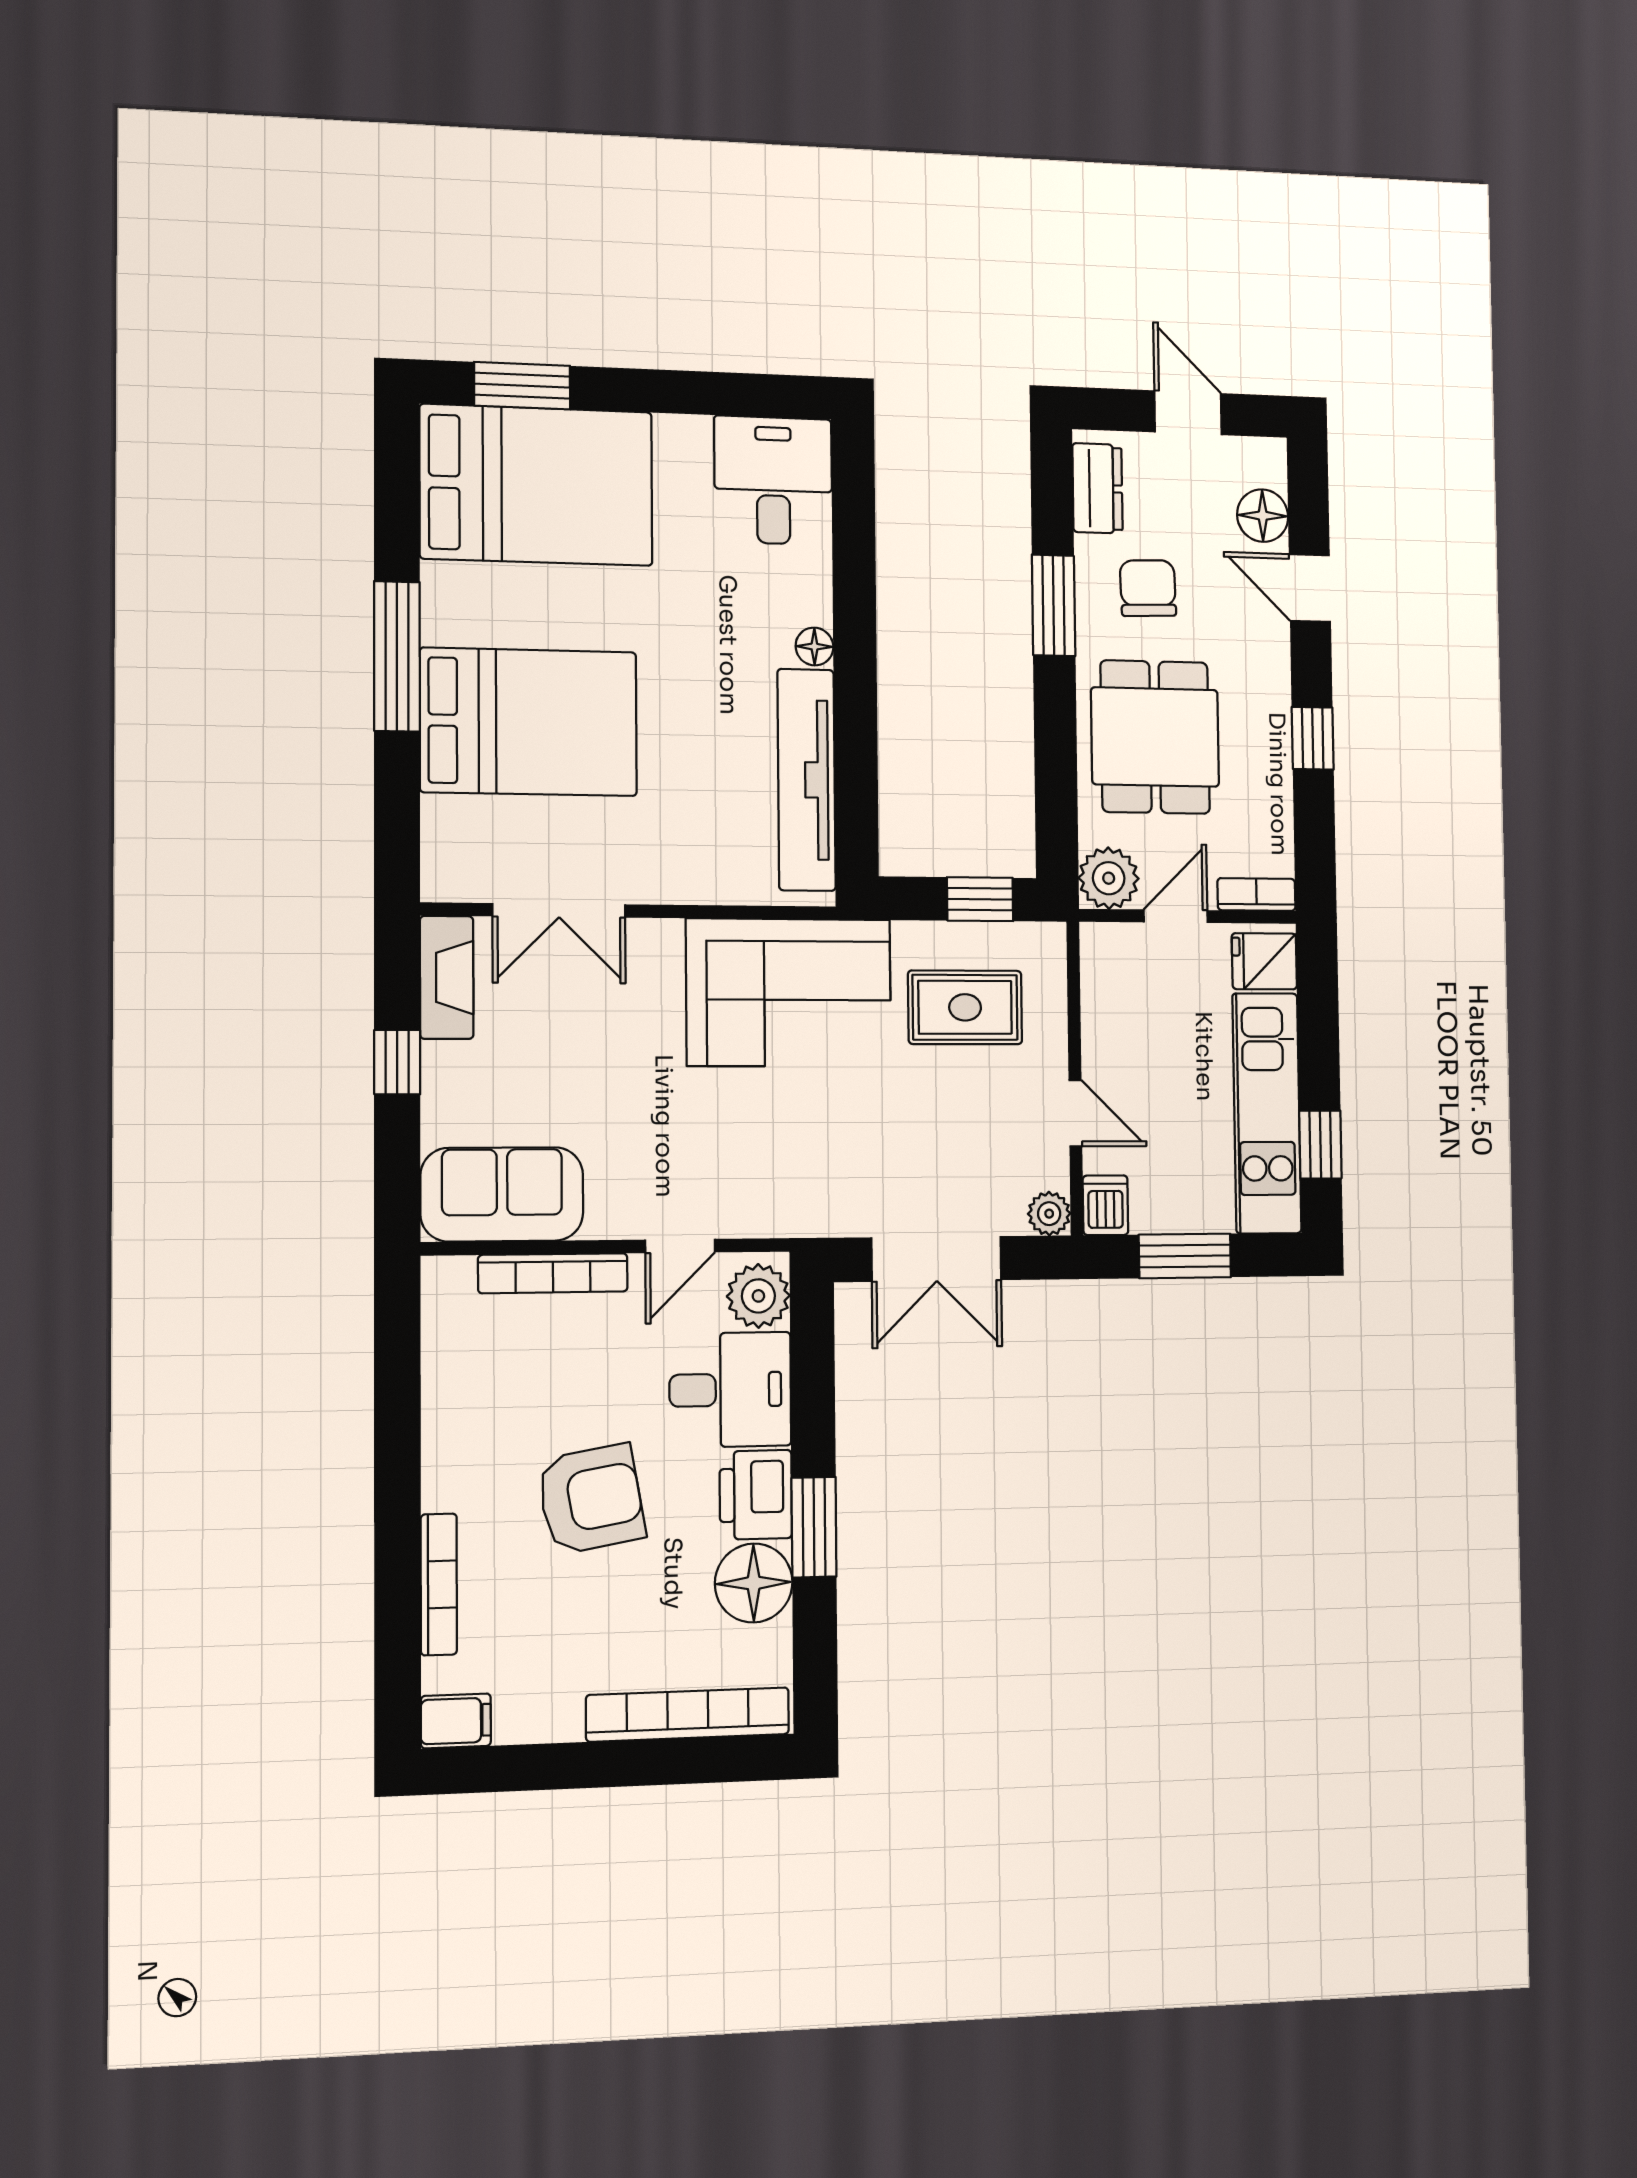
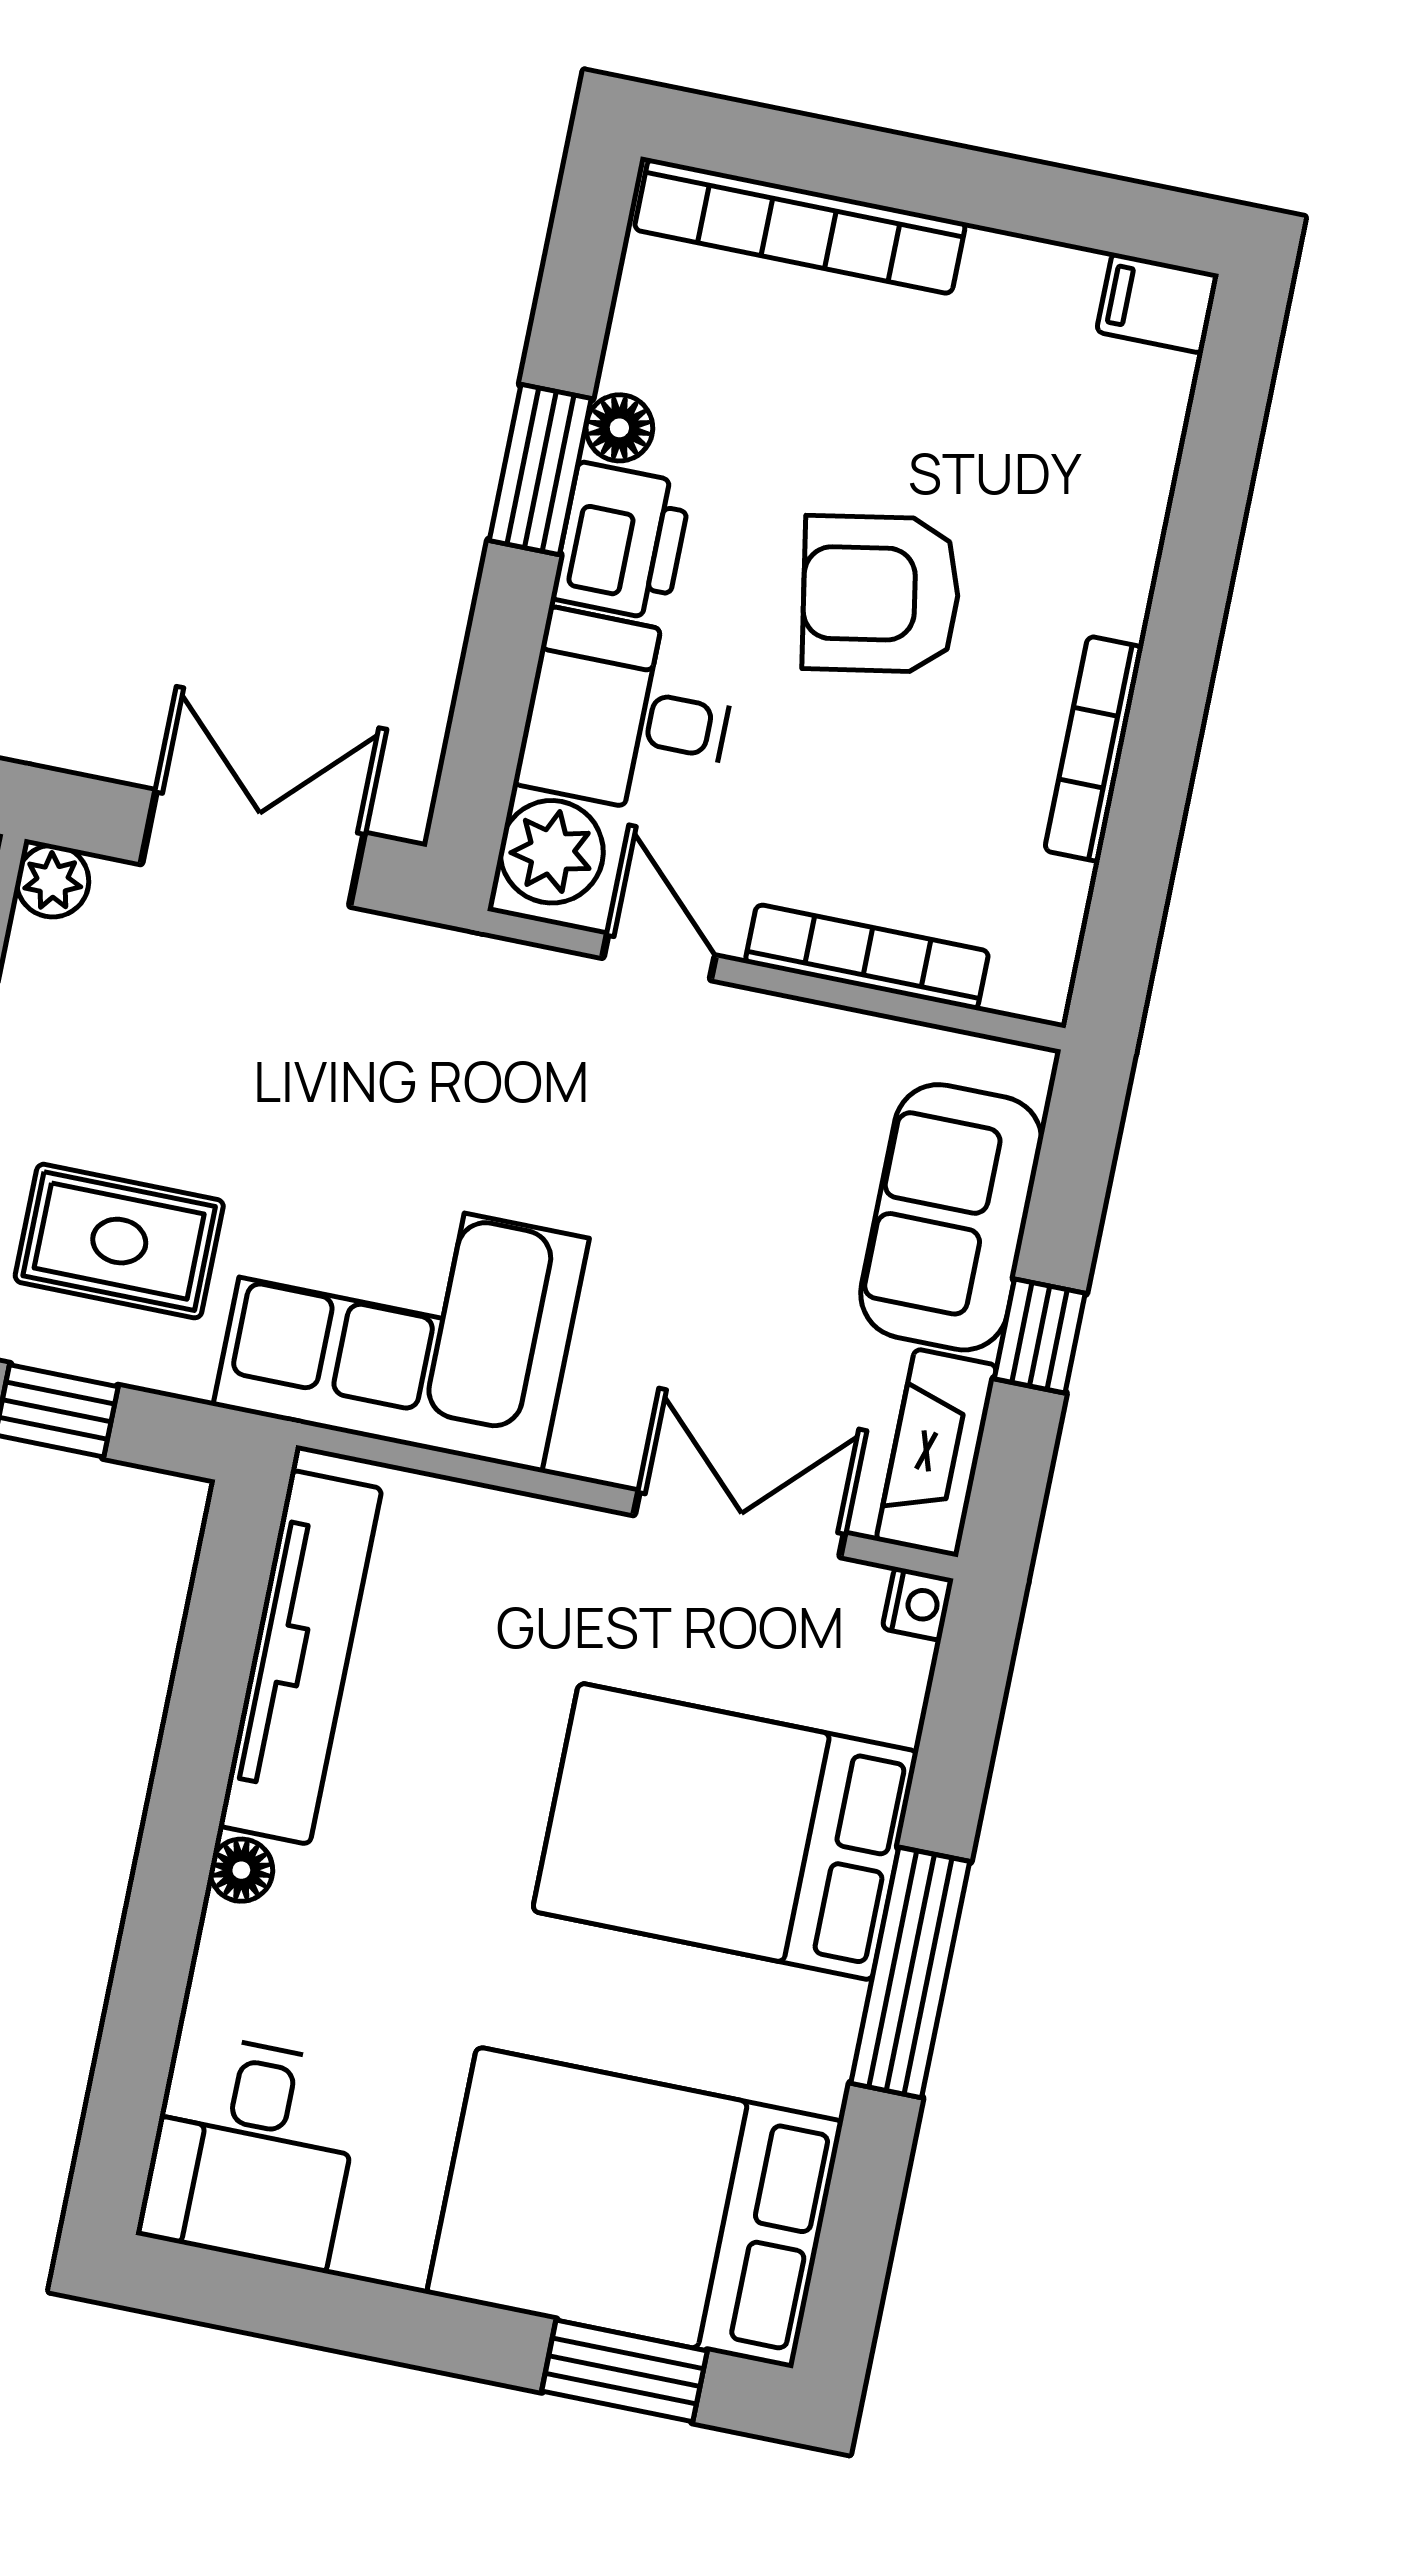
nightstand: (439, 883) -> (918, 1604), added
sofa: (502, 1194) -> (951, 1217), moved, turned 90
door: (680, 1246) -> (659, 957), hinge flipped
floor lamp: (754, 1583) -> (619, 428), width x0.53, depth x0.53
bookcase: (439, 1584) -> (1094, 749), moved

